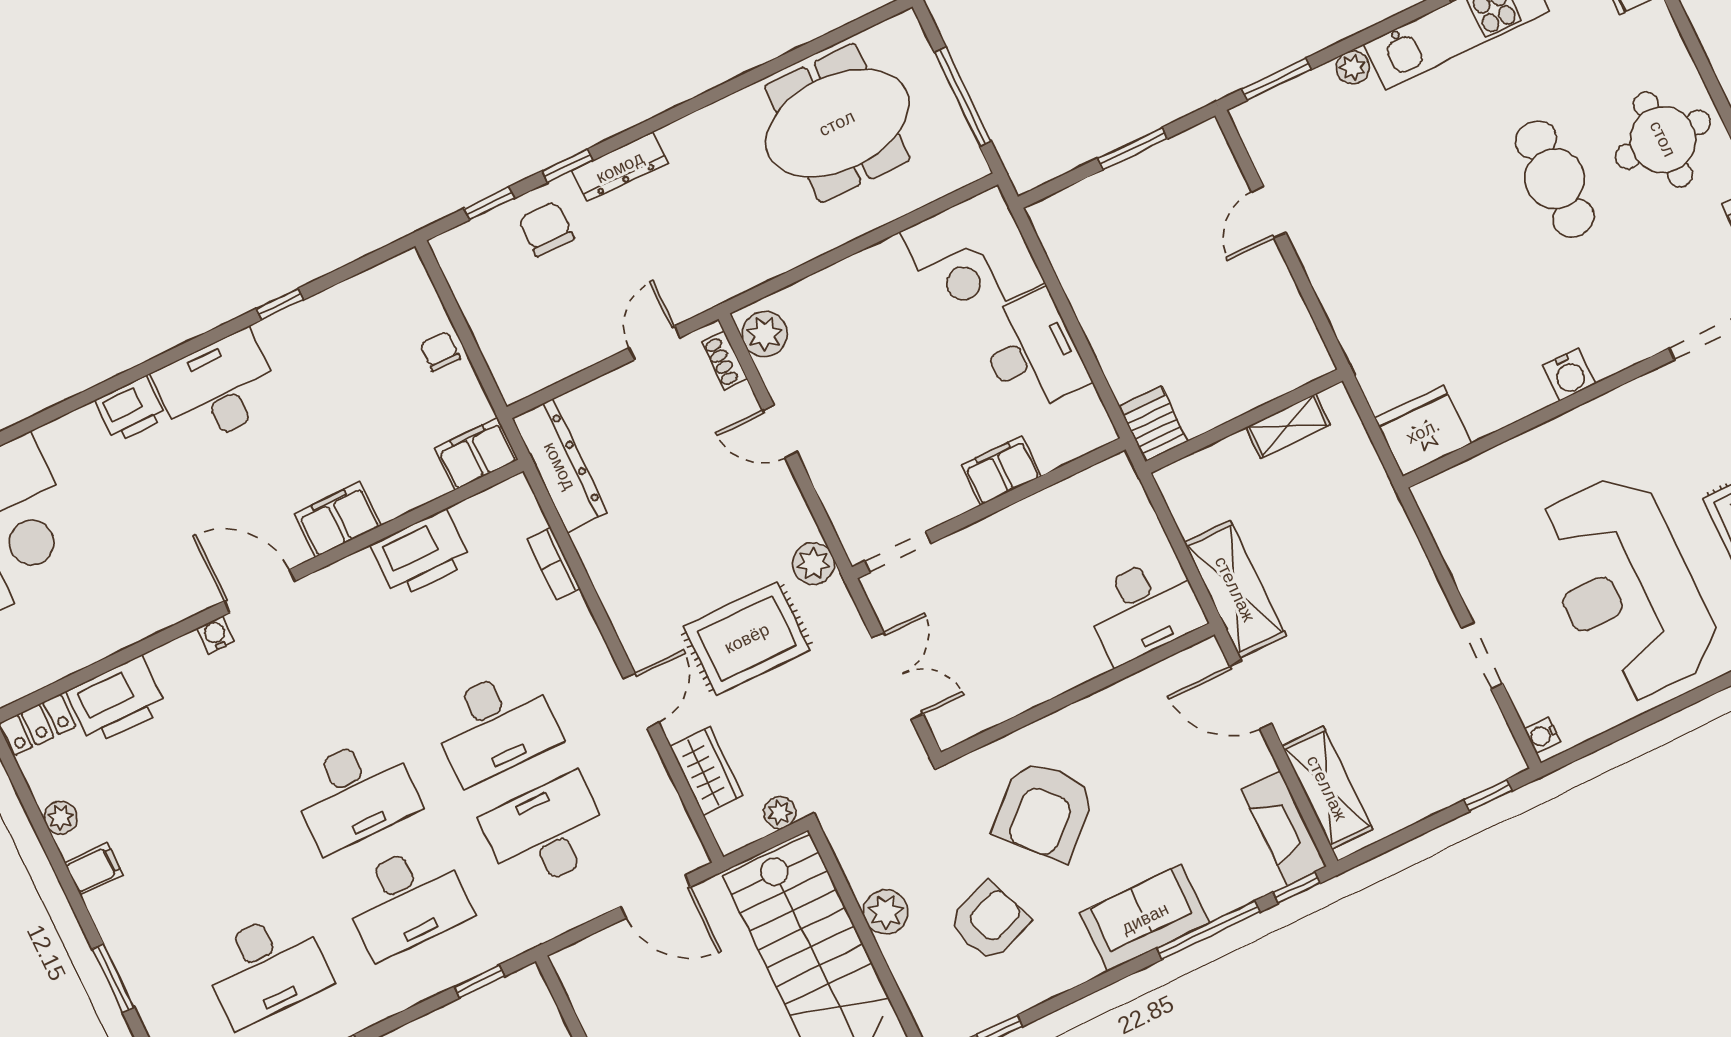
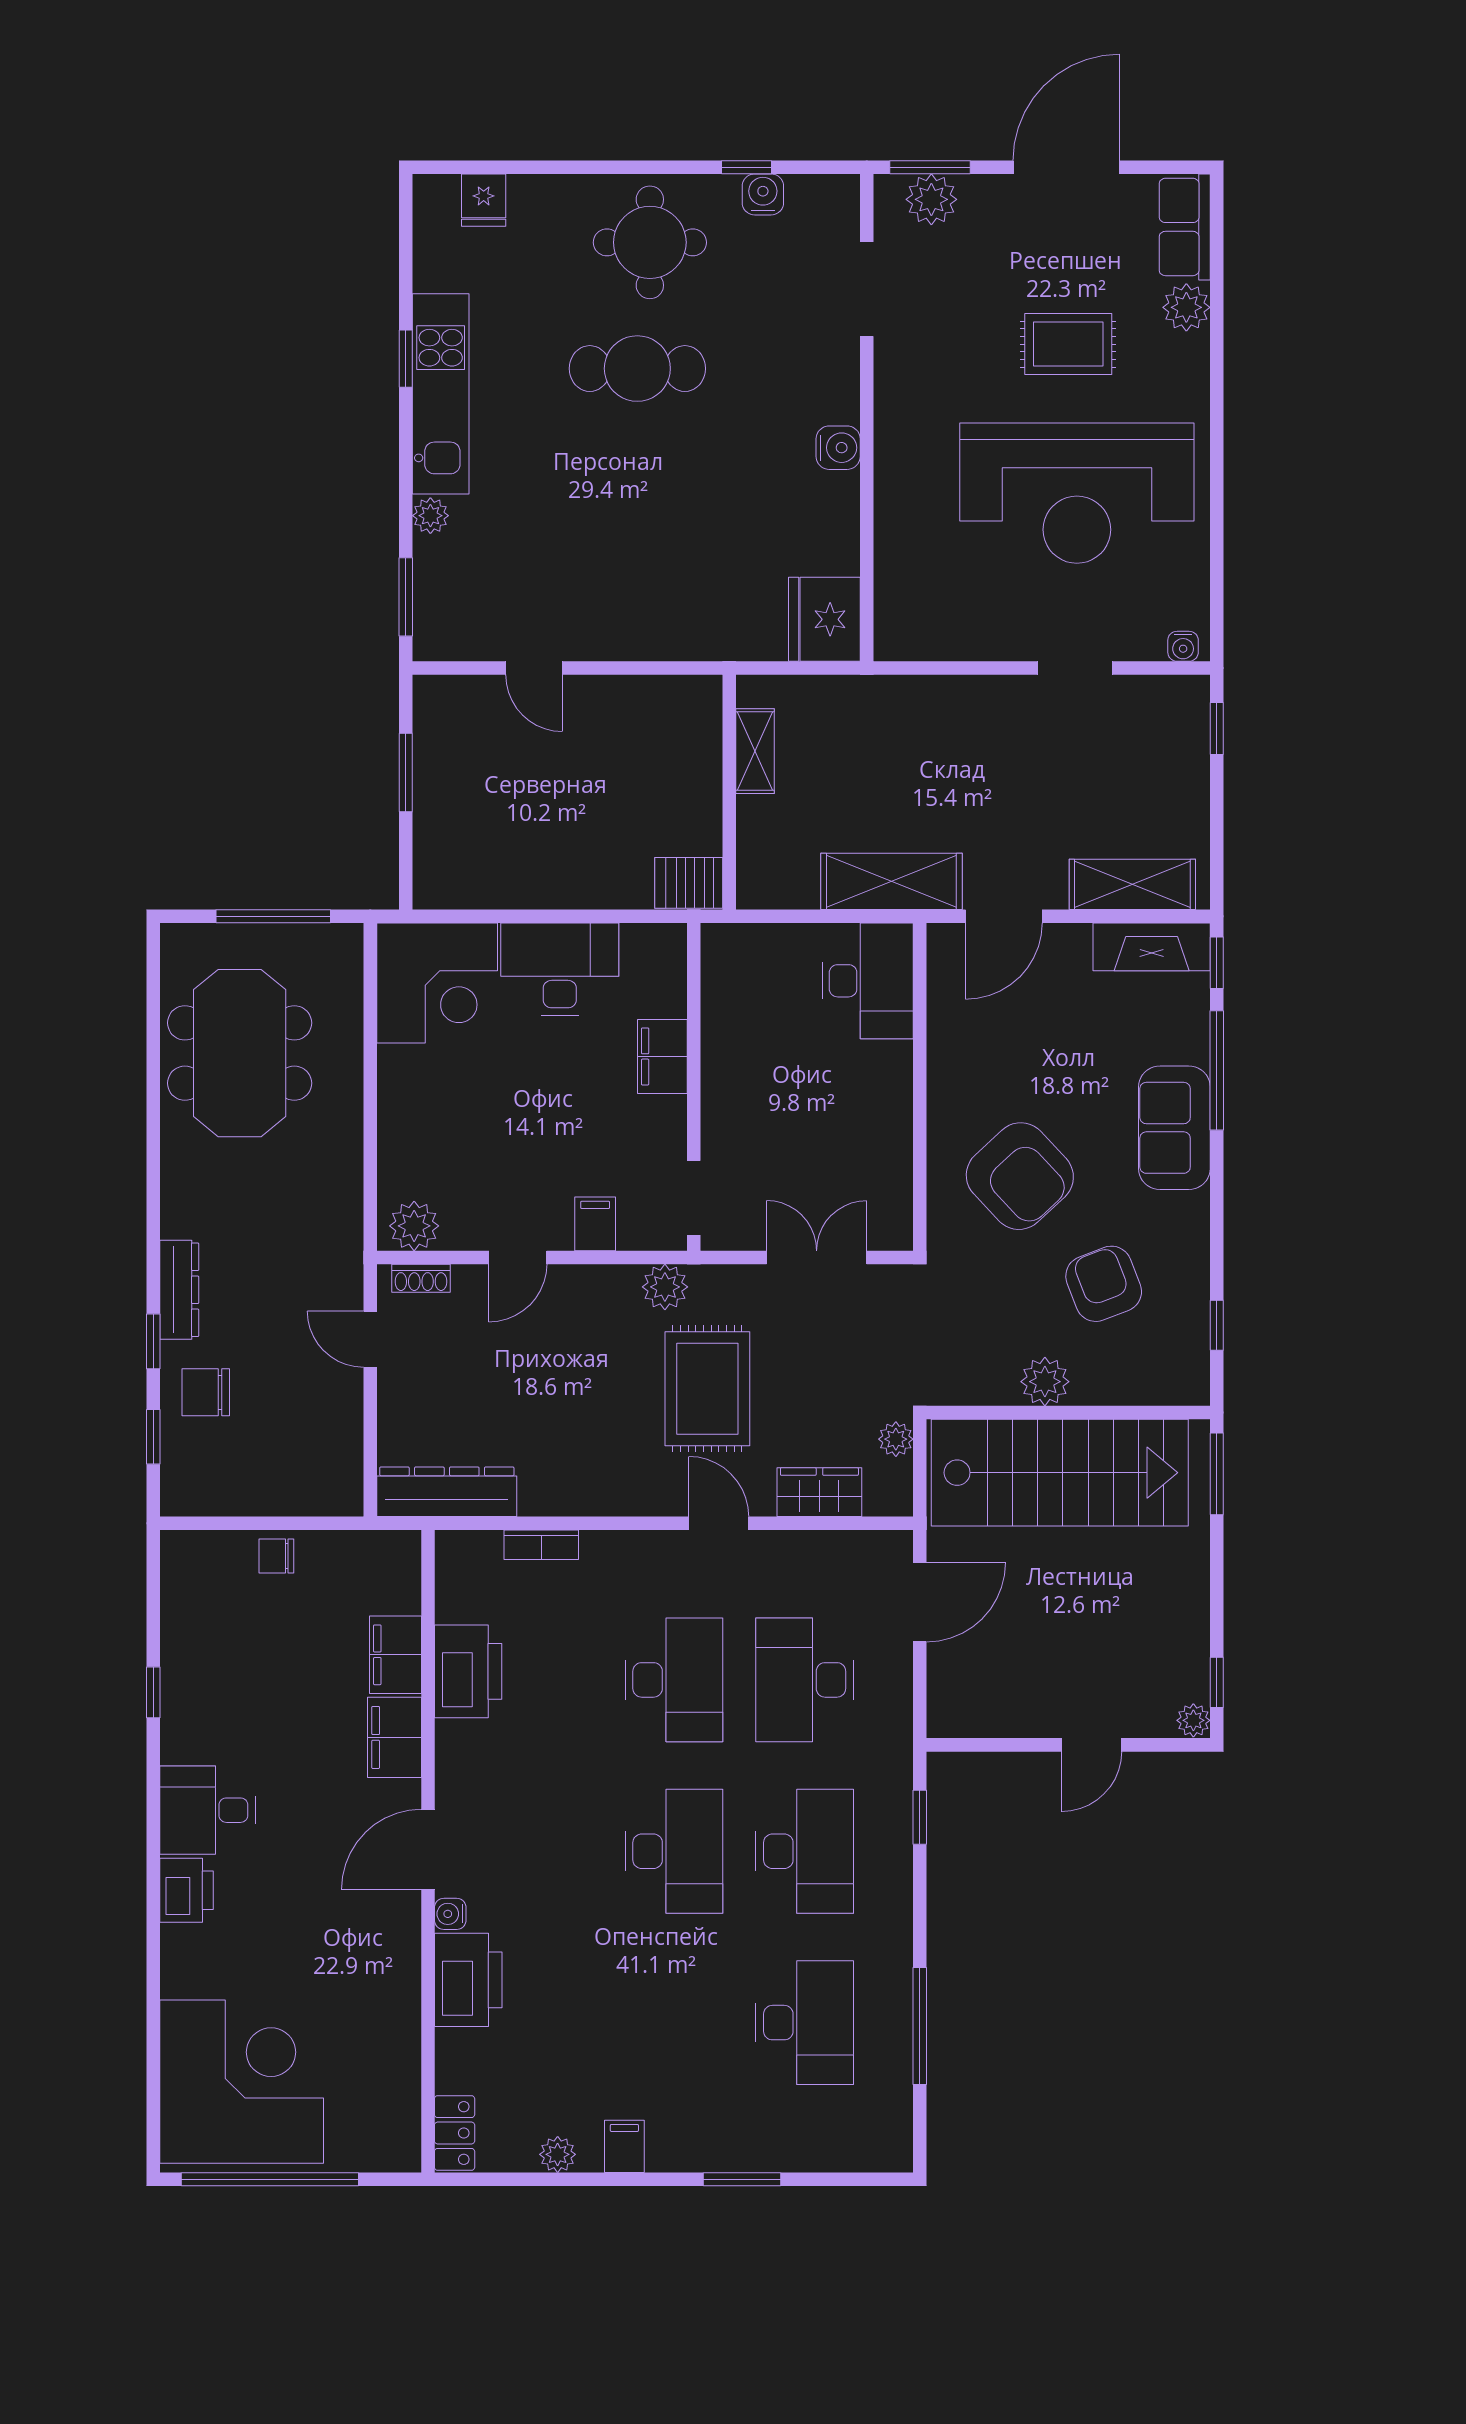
desk: (218, 389) -> (208, 1810), width x0.73
filing cabinet: (476, 454) -> (395, 1655), moved
filing cabinet: (838, 481) -> (595, 1224), added
printer: (117, 700) -> (468, 1980), moved

